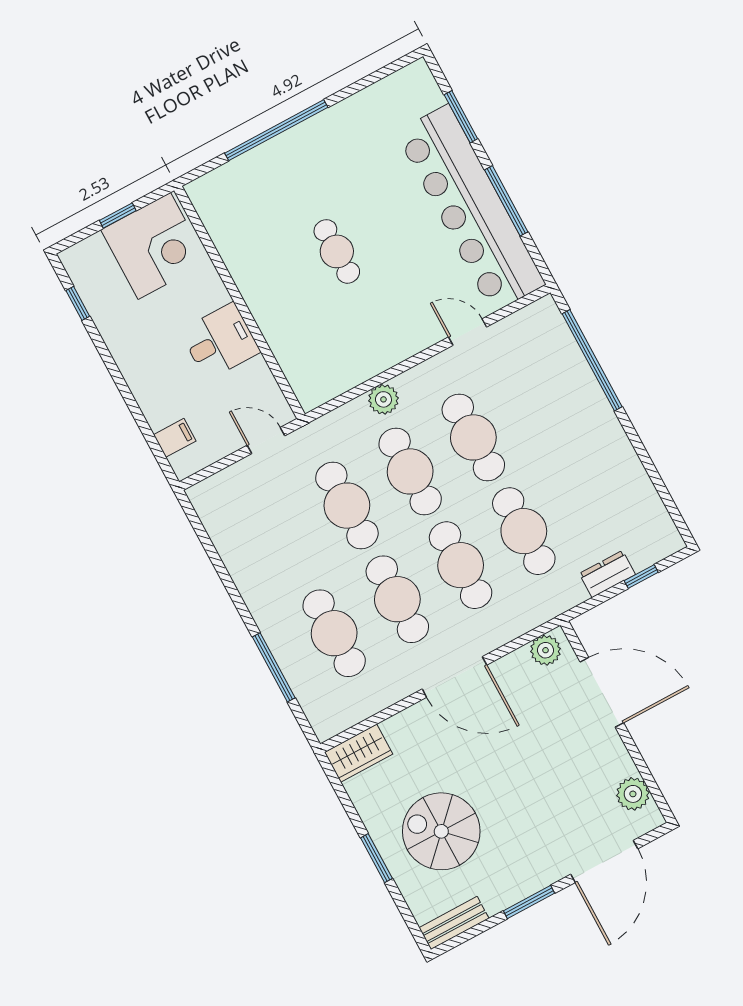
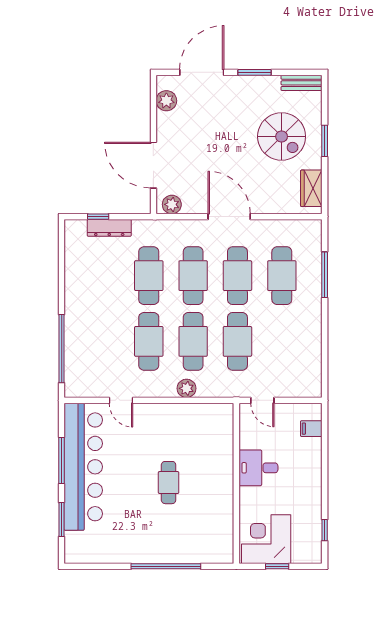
dresser: (607, 574) -> (109, 228), width x1.44
wardrobe: (359, 753) -> (311, 188), moved, turned -90

